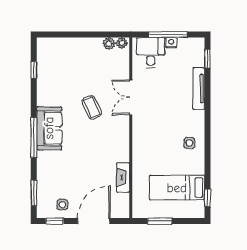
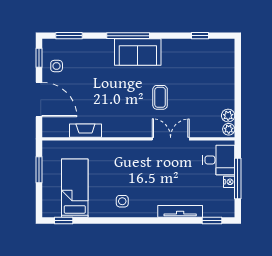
coffee table: (92, 107) -> (160, 97), turned -65

